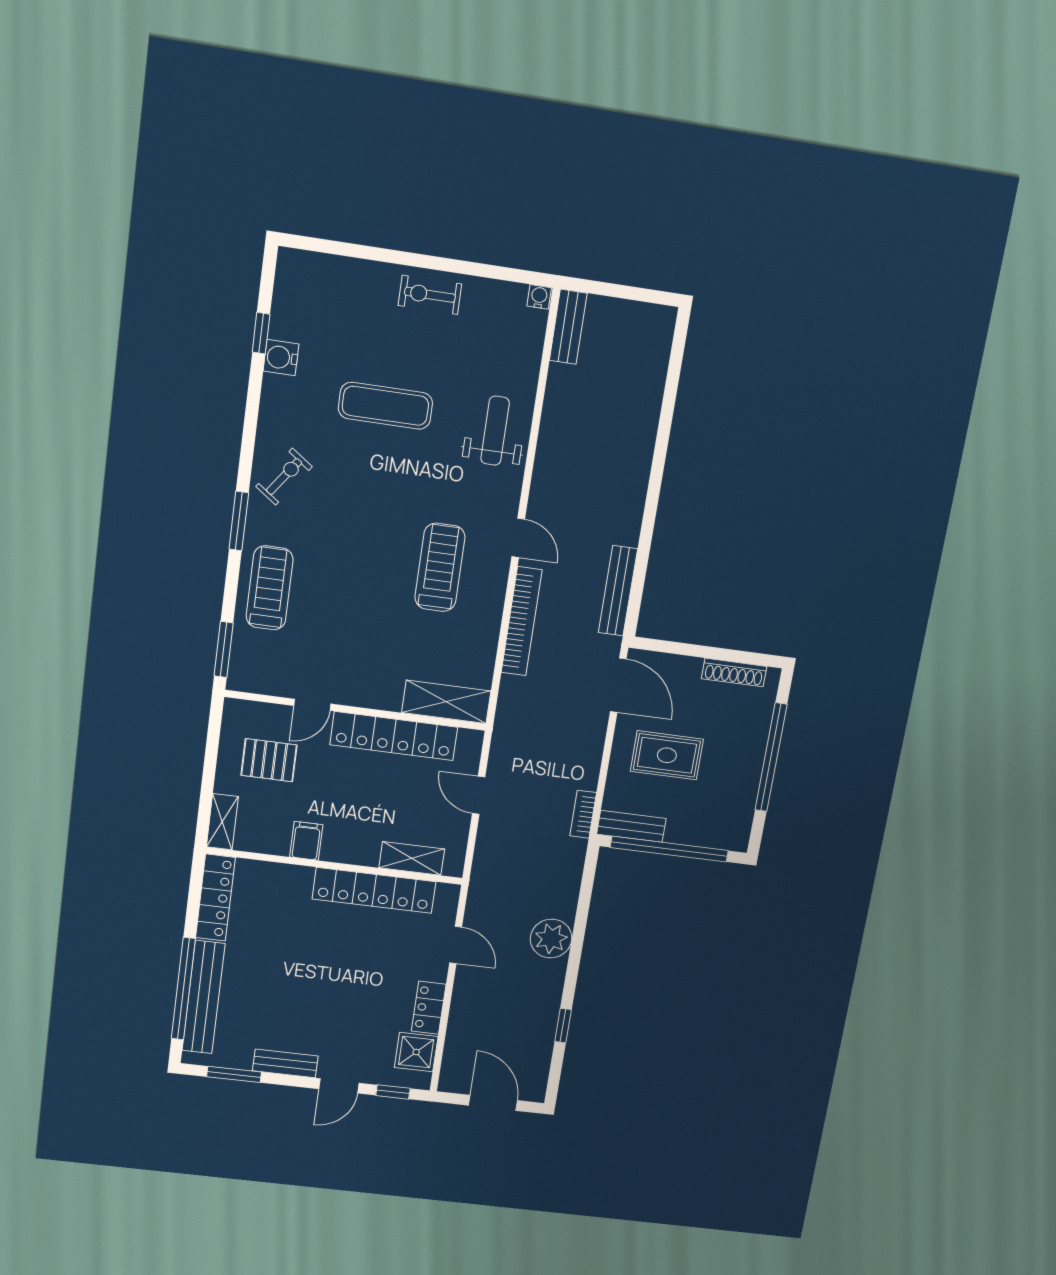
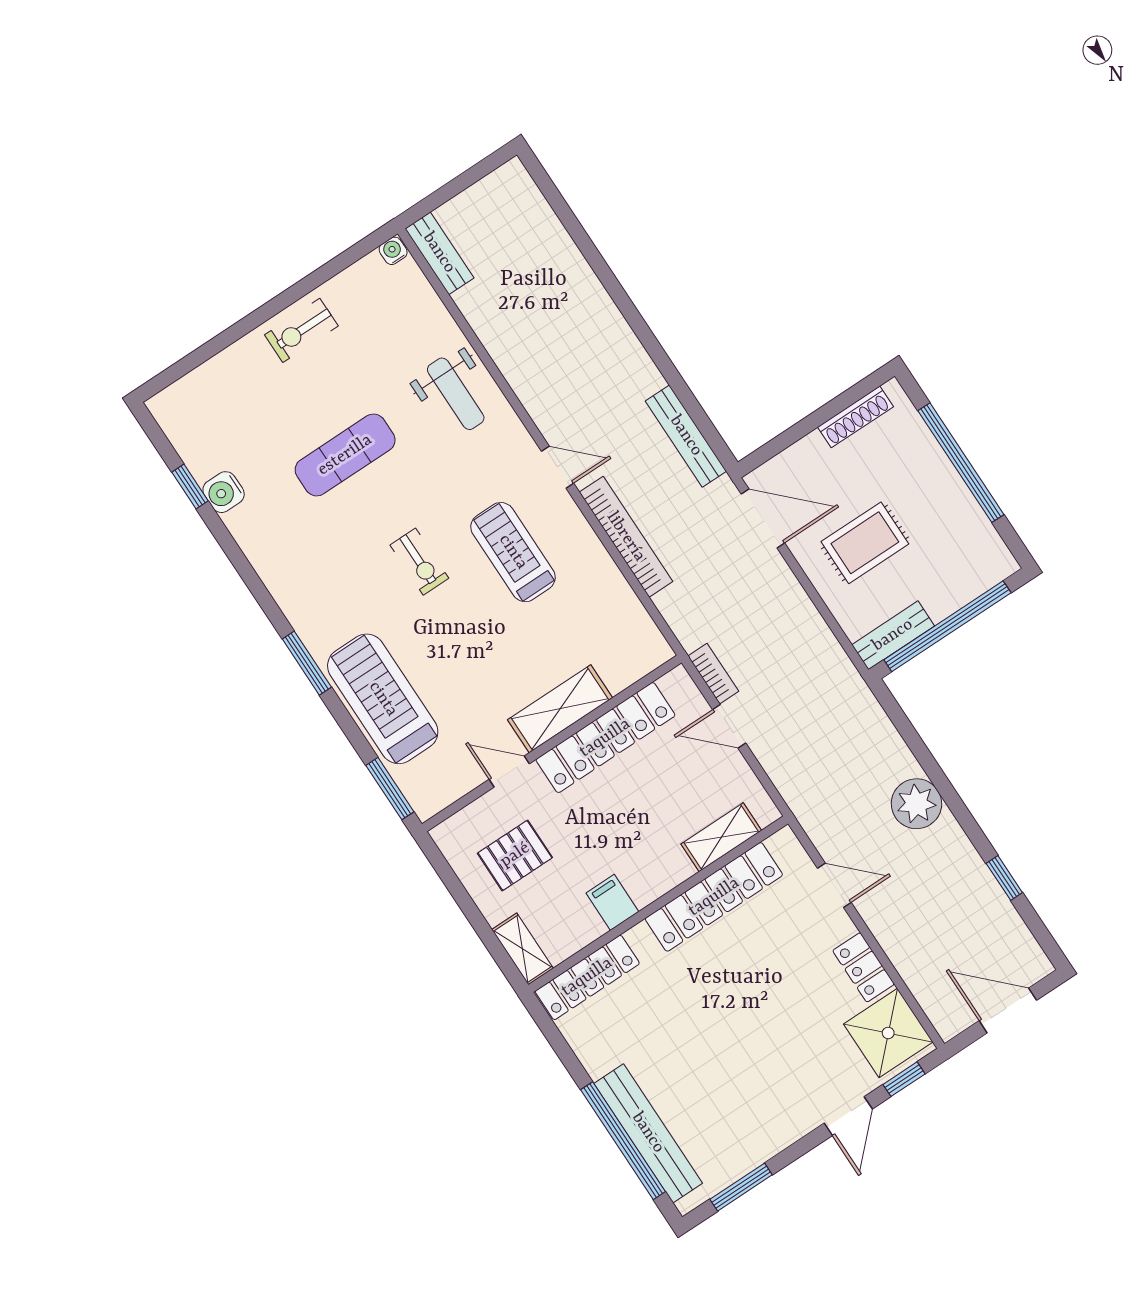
weight bench: (495, 431) -> (456, 394), turned 180
exercise bike: (284, 477) -> (419, 562), moved, turned 144
treadmill: (270, 588) -> (383, 699), width x1.37, depth x1.38
shelving: (446, 702) -> (560, 709), moved
door: (312, 705) -> (509, 771), swing flipped
bookcase: (583, 814) -> (713, 674), moved, turned 180
locker: (215, 898) -> (587, 977), moved, turned 90
shower: (416, 1052) -> (888, 1033), width x1.36, depth x1.36
bench: (285, 1063) -> (779, 1136), removed

